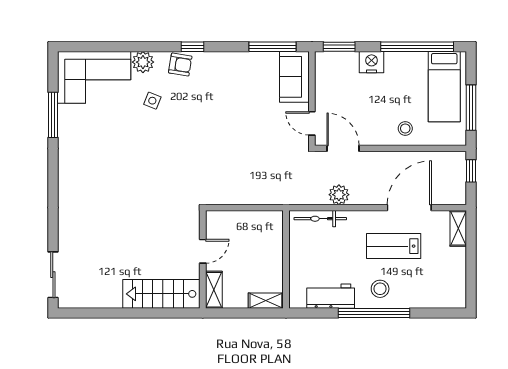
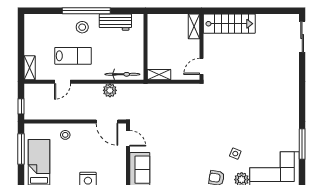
door: (409, 208) -> (63, 82), width x0.53
door: (203, 251) -> (201, 66), moved
shelving: (266, 301) -> (159, 75), moved

